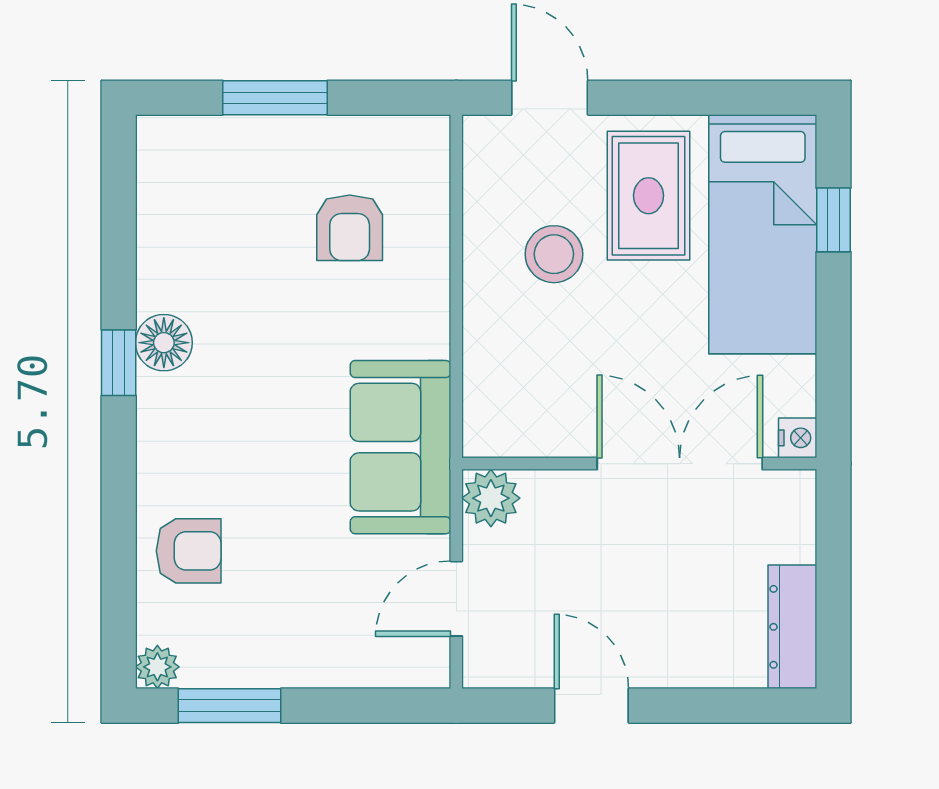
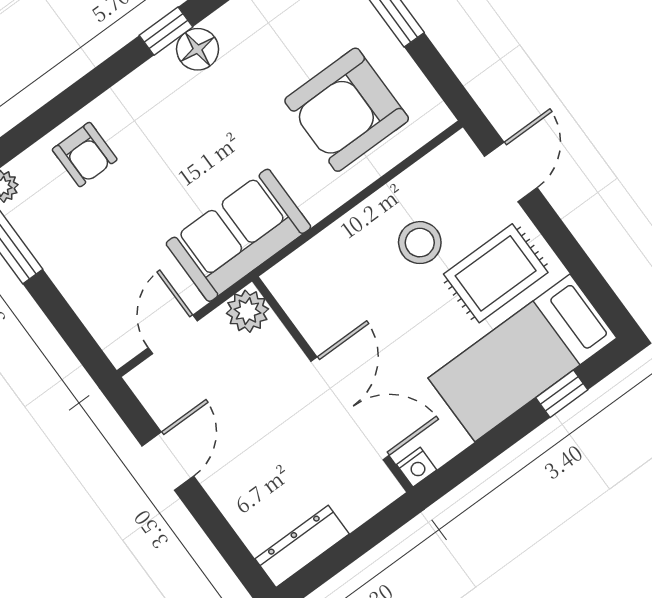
armchair: (350, 228) -> (347, 110), width x1.88, depth x1.88
door: (456, 599) -> (173, 334), hinge flipped

